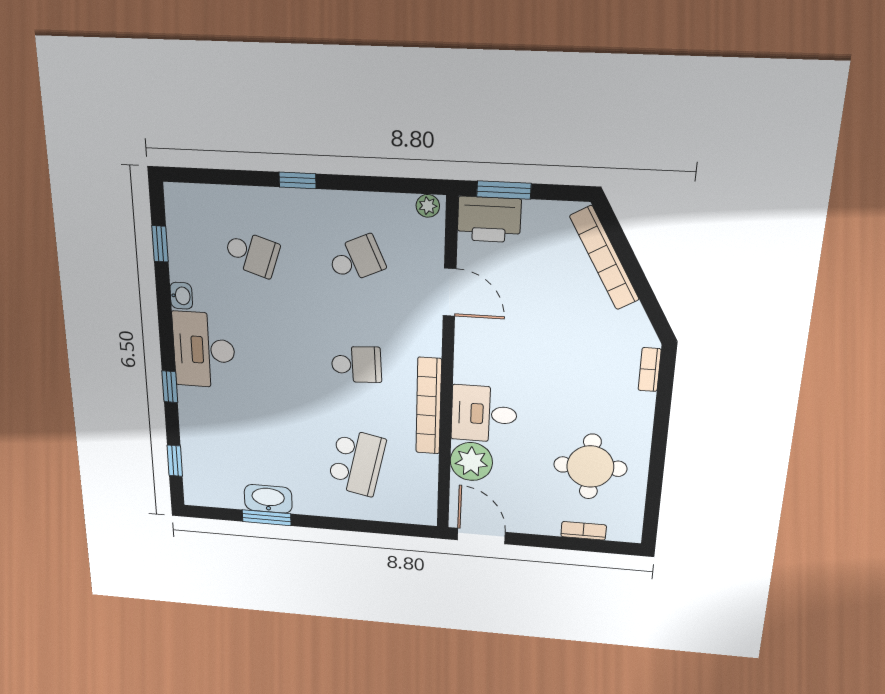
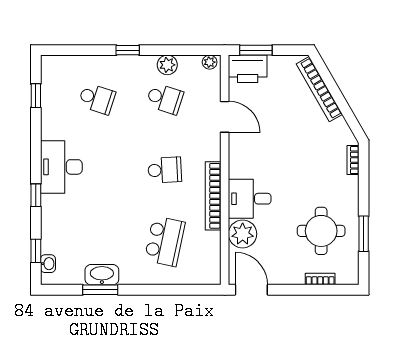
plant: (360, 207) -> (167, 65), added
school desk: (356, 259) -> (165, 99), turned 42
washbasin: (181, 296) -> (48, 264), moved
window: (656, 476) -> (364, 234), added

